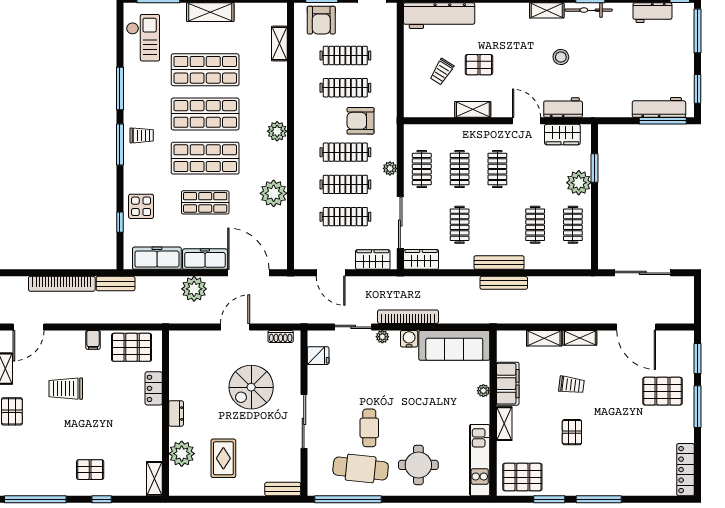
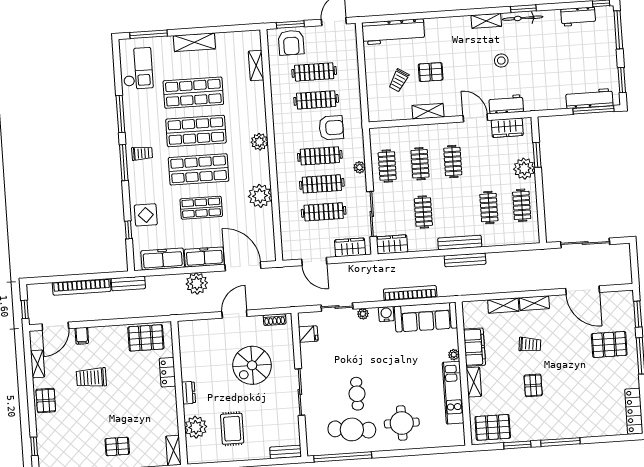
armchair: (361, 121) -> (331, 128), turned 180
bookcase: (408, 317) -> (410, 293), moved
filing cabinet: (93, 340) -> (82, 336), moved
kitchen unit: (480, 460) -> (453, 393), moved

